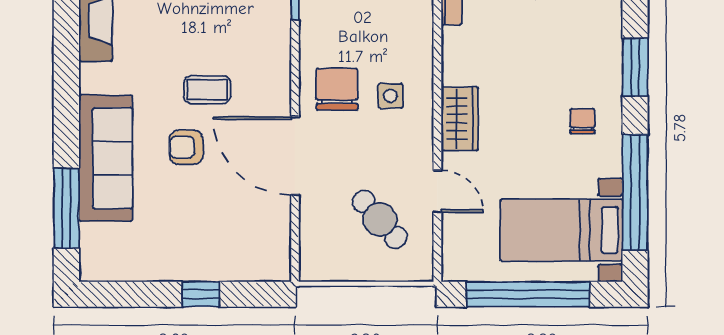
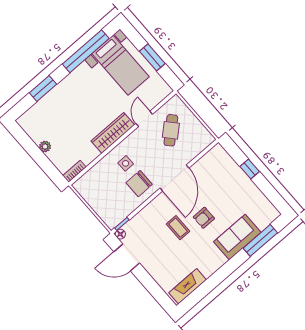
wardrobe: (460, 119) -> (113, 133), width x1.50
chair: (582, 121) -> (77, 90), removed
armchair: (186, 147) -> (204, 218), turned 90
sofa: (106, 158) -> (237, 237), width x0.73
window: (528, 294) -> (152, 57), width x0.47

